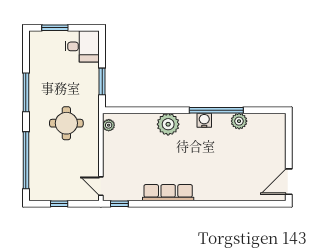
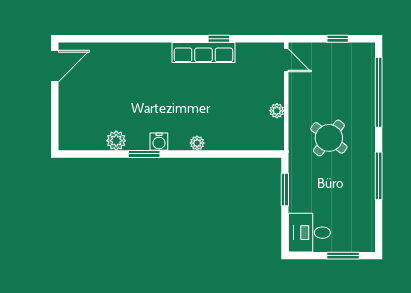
window: (216, 110) -> (144, 154), width x0.47
round table: (66, 123) -> (329, 138), turned 38
plant: (168, 124) -> (197, 143), width x0.53, depth x0.53
plant: (109, 125) -> (277, 111), moved
window: (119, 204) -> (219, 39), moved

